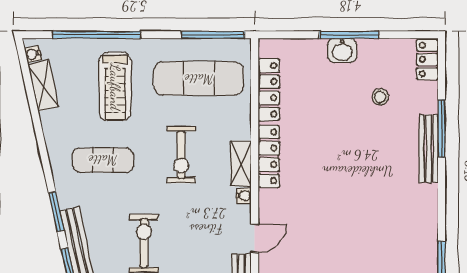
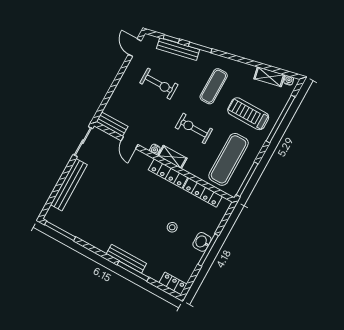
stool: (380, 97) -> (172, 227), moved

